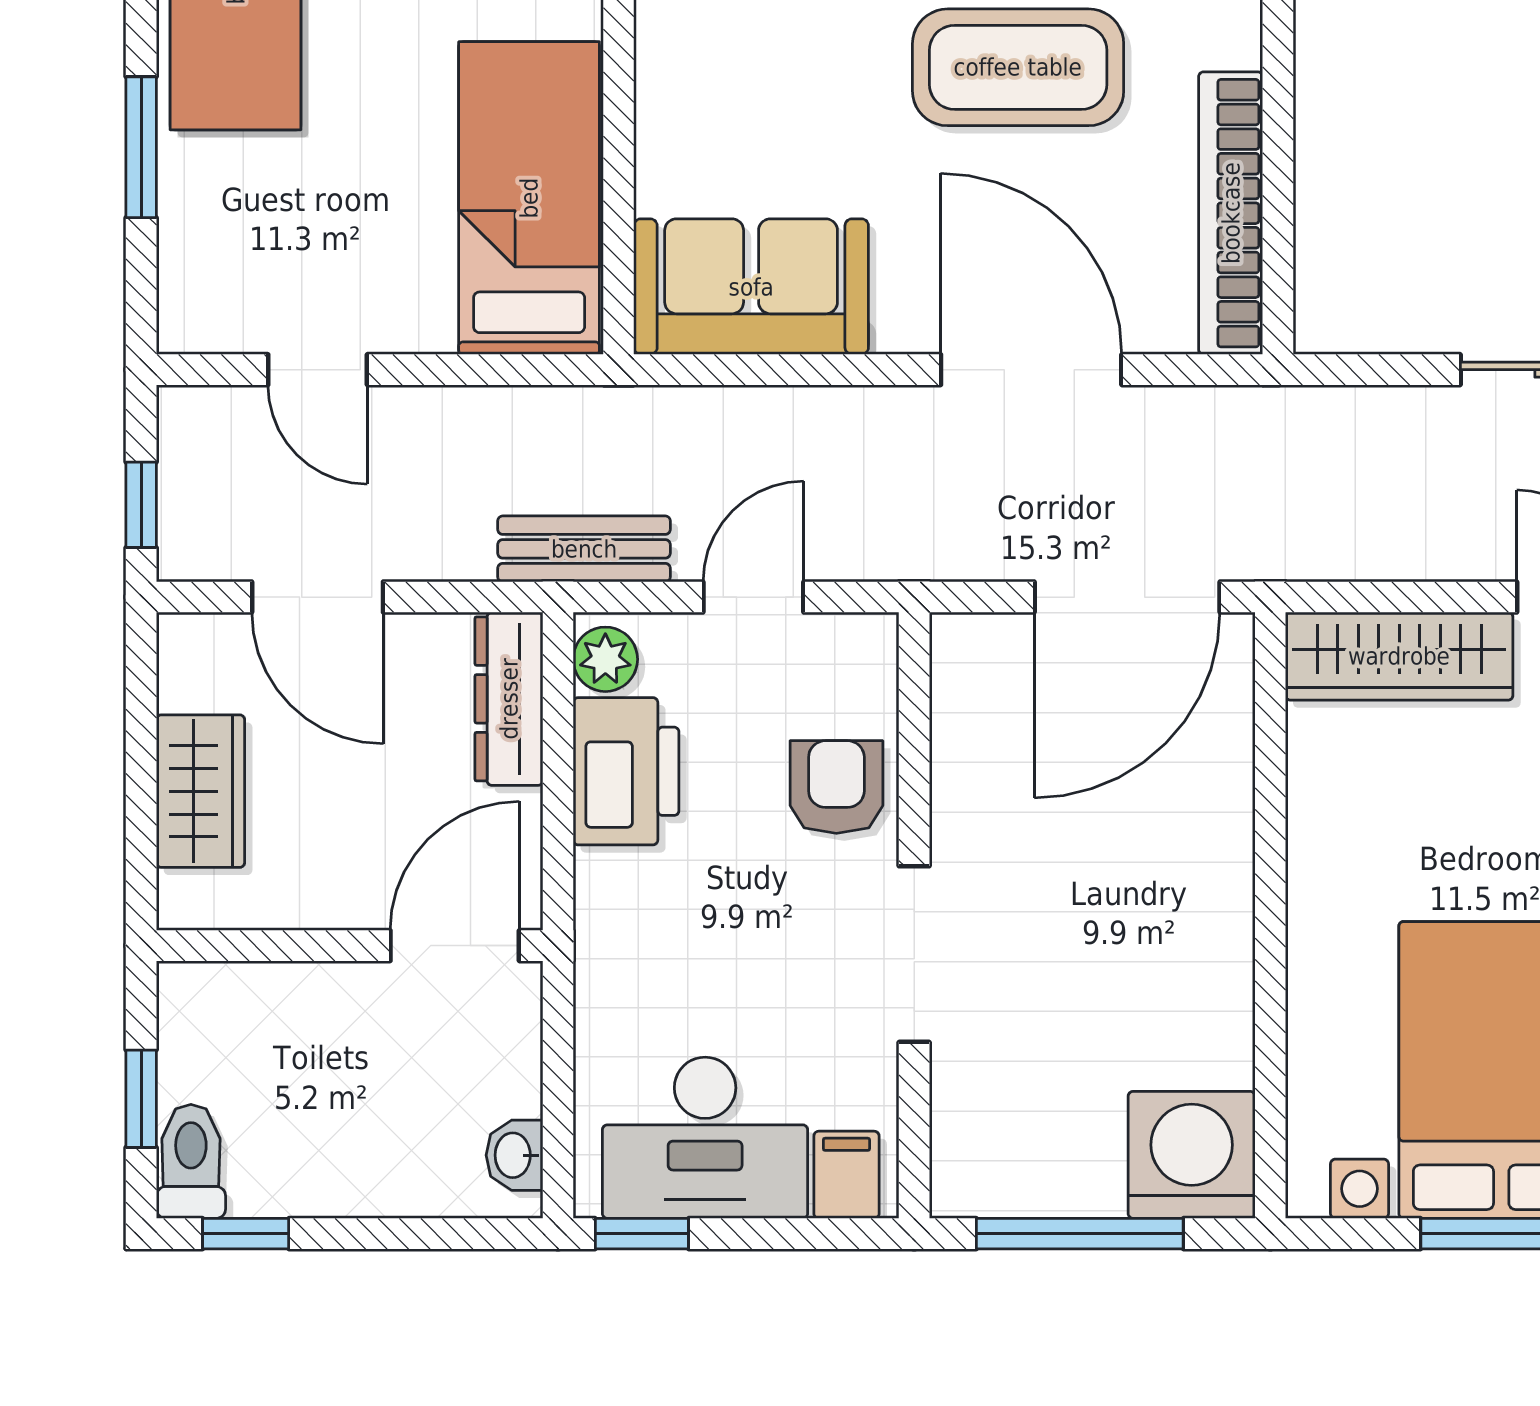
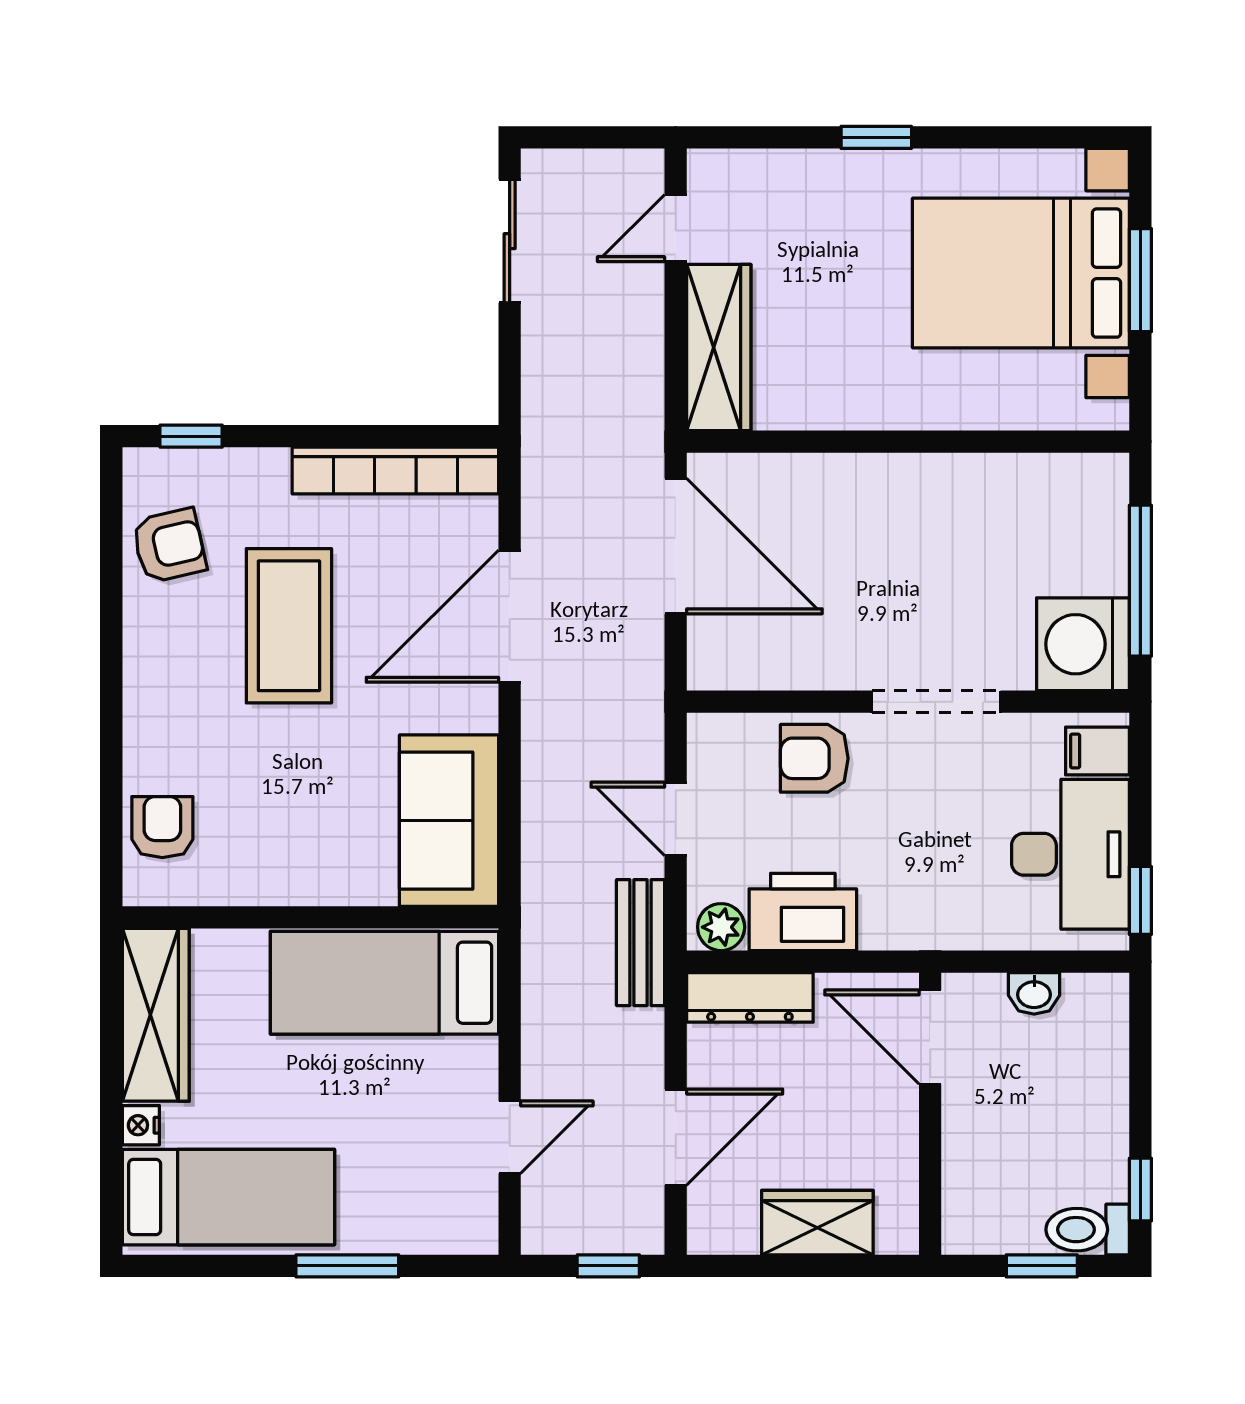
washbasin: (514, 1155) -> (1034, 993), moved
washing machine: (1192, 1155) -> (1083, 644), moved

